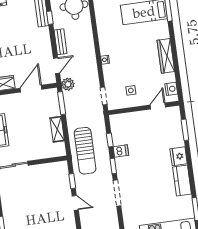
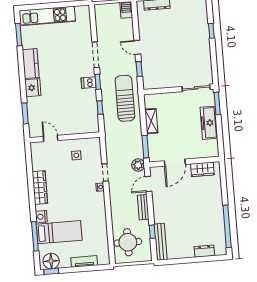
nightstand: (171, 89) -> (41, 217), moved
doorway: (104, 96) -> (105, 172), moved
door: (158, 106) -> (51, 138), swing flipped
dishwasher: (121, 151) -> (89, 83), moved

